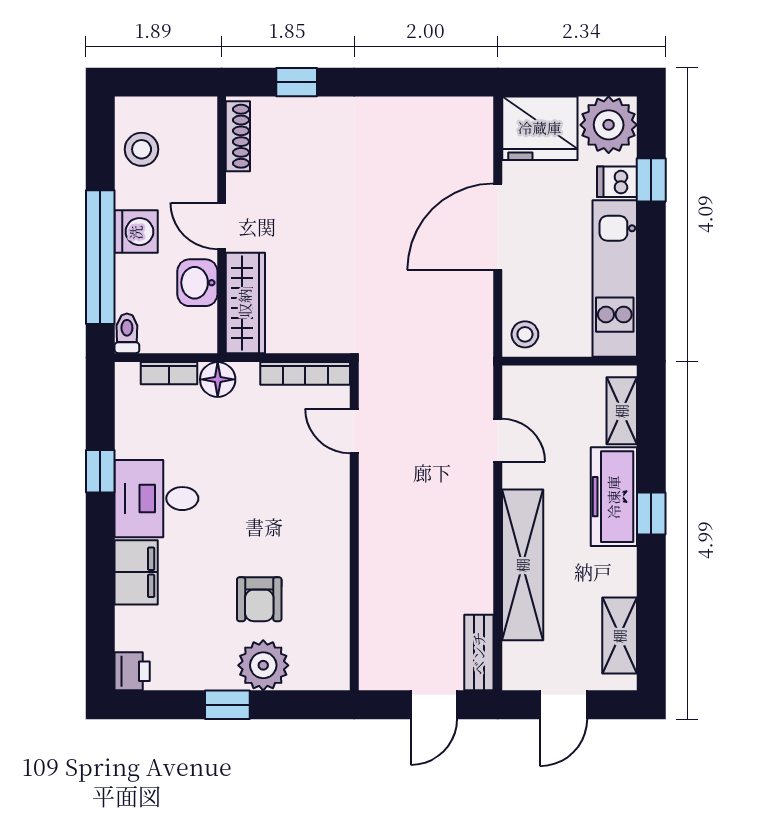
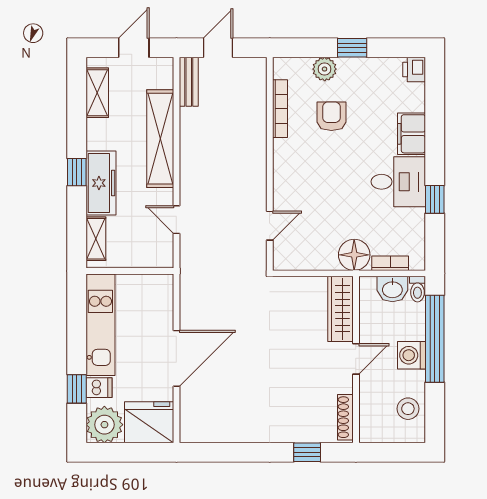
door: (222, 226) -> (356, 359), hinge flipped
washbasin: (197, 283) -> (392, 289), moved, turned 90
stool: (525, 334) -> (159, 288), removed
bookcase: (305, 373) -> (280, 109), moved, turned 90
floor lamp: (218, 379) -> (354, 255), width x1.38, depth x1.38
door: (354, 431) -> (270, 226), hinge flipped
plant: (263, 665) -> (325, 69), width x0.73, depth x0.73

